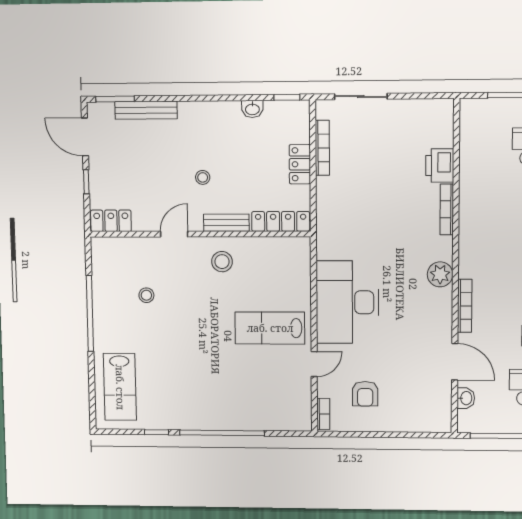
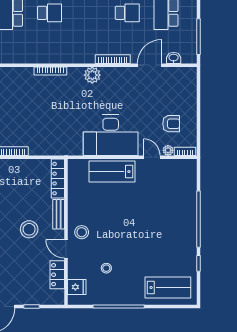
locker: (300, 164) -> (21, 166), removed
printer: (440, 165) -> (22, 76), removed
stool: (203, 177) -> (29, 229), width x1.89, depth x1.89
locker: (111, 221) -> (57, 275), moved
fridge: (117, 251) -> (77, 287), added
stool: (222, 262) -> (82, 232), moved
lab bench: (270, 328) -> (112, 172), moved, turned 90
plant: (325, 389) -> (168, 150), added

